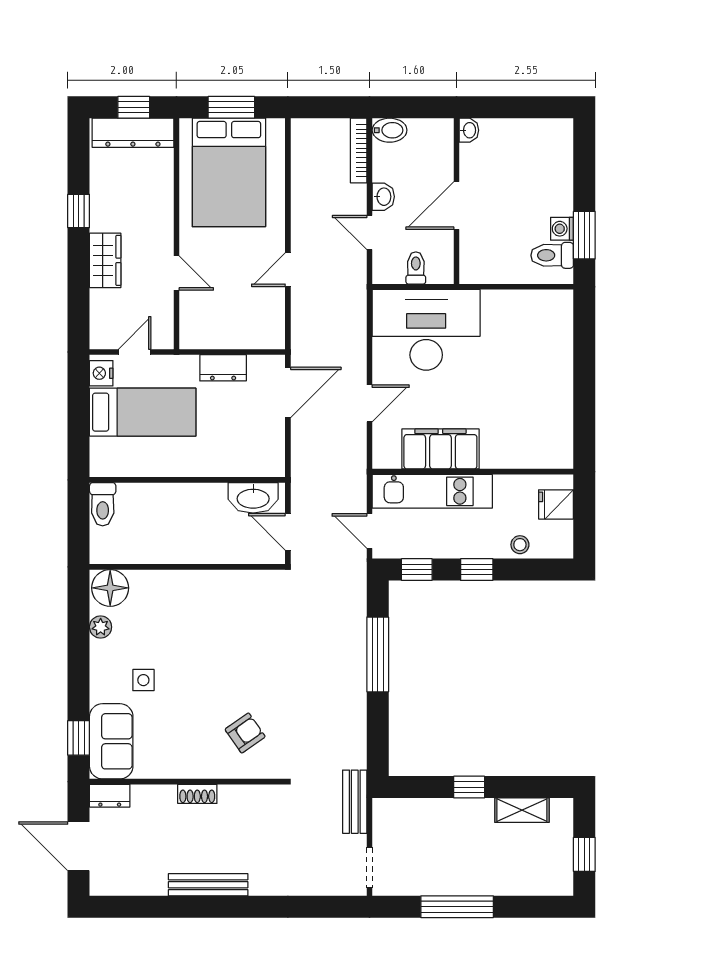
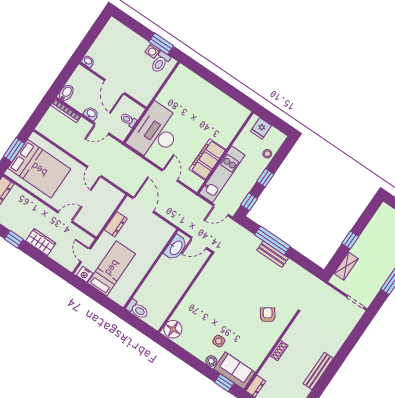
plant: (101, 627) -> (211, 361), moved
bench: (355, 802) -> (273, 254), moved
shelving: (522, 810) -> (346, 266), moved

